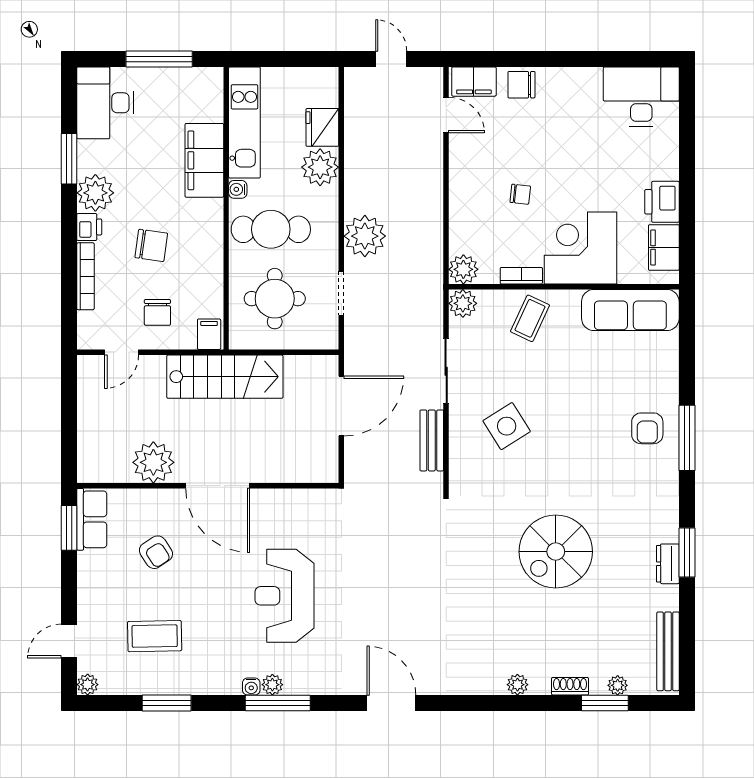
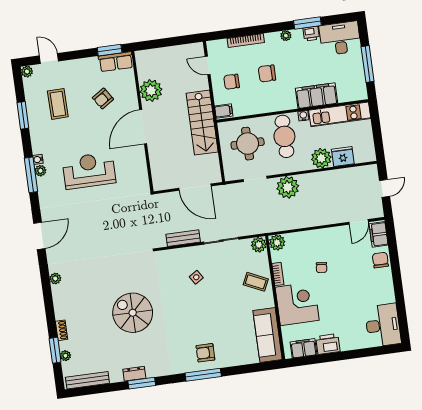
plant: (95, 193) -> (286, 36), width x0.53, depth x0.53
printer: (89, 227) -> (311, 34), moved
chair: (151, 245) -> (267, 73), turned 82
side table: (507, 426) -> (196, 277), width x0.54, depth x0.54
plant: (517, 685) -> (55, 279), moved

